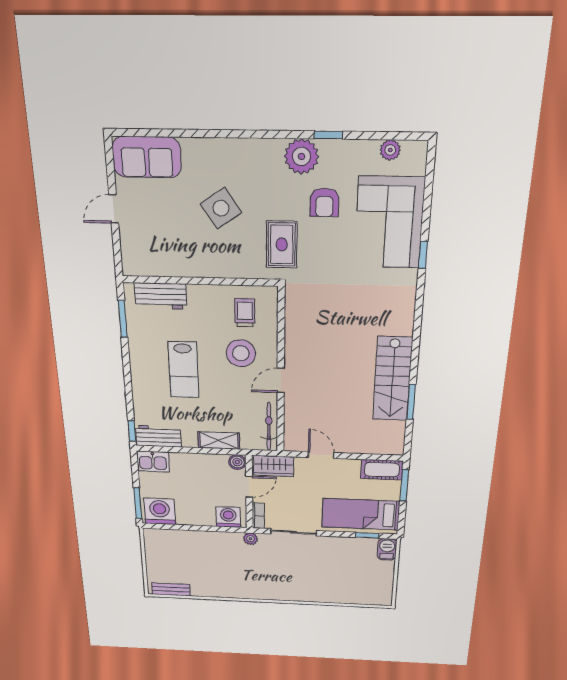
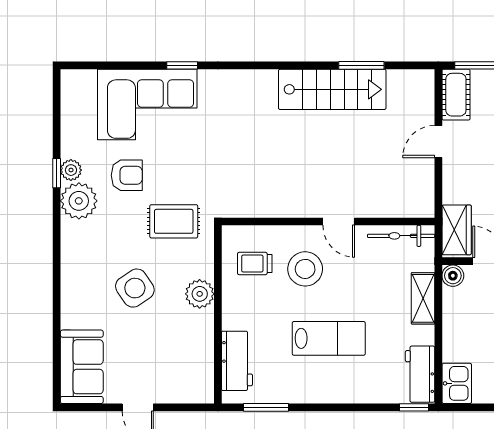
plant: (390, 150) -> (71, 170), moved
plant: (217, 266) -> (200, 294), added
door: (321, 455) -> (438, 142), moved

